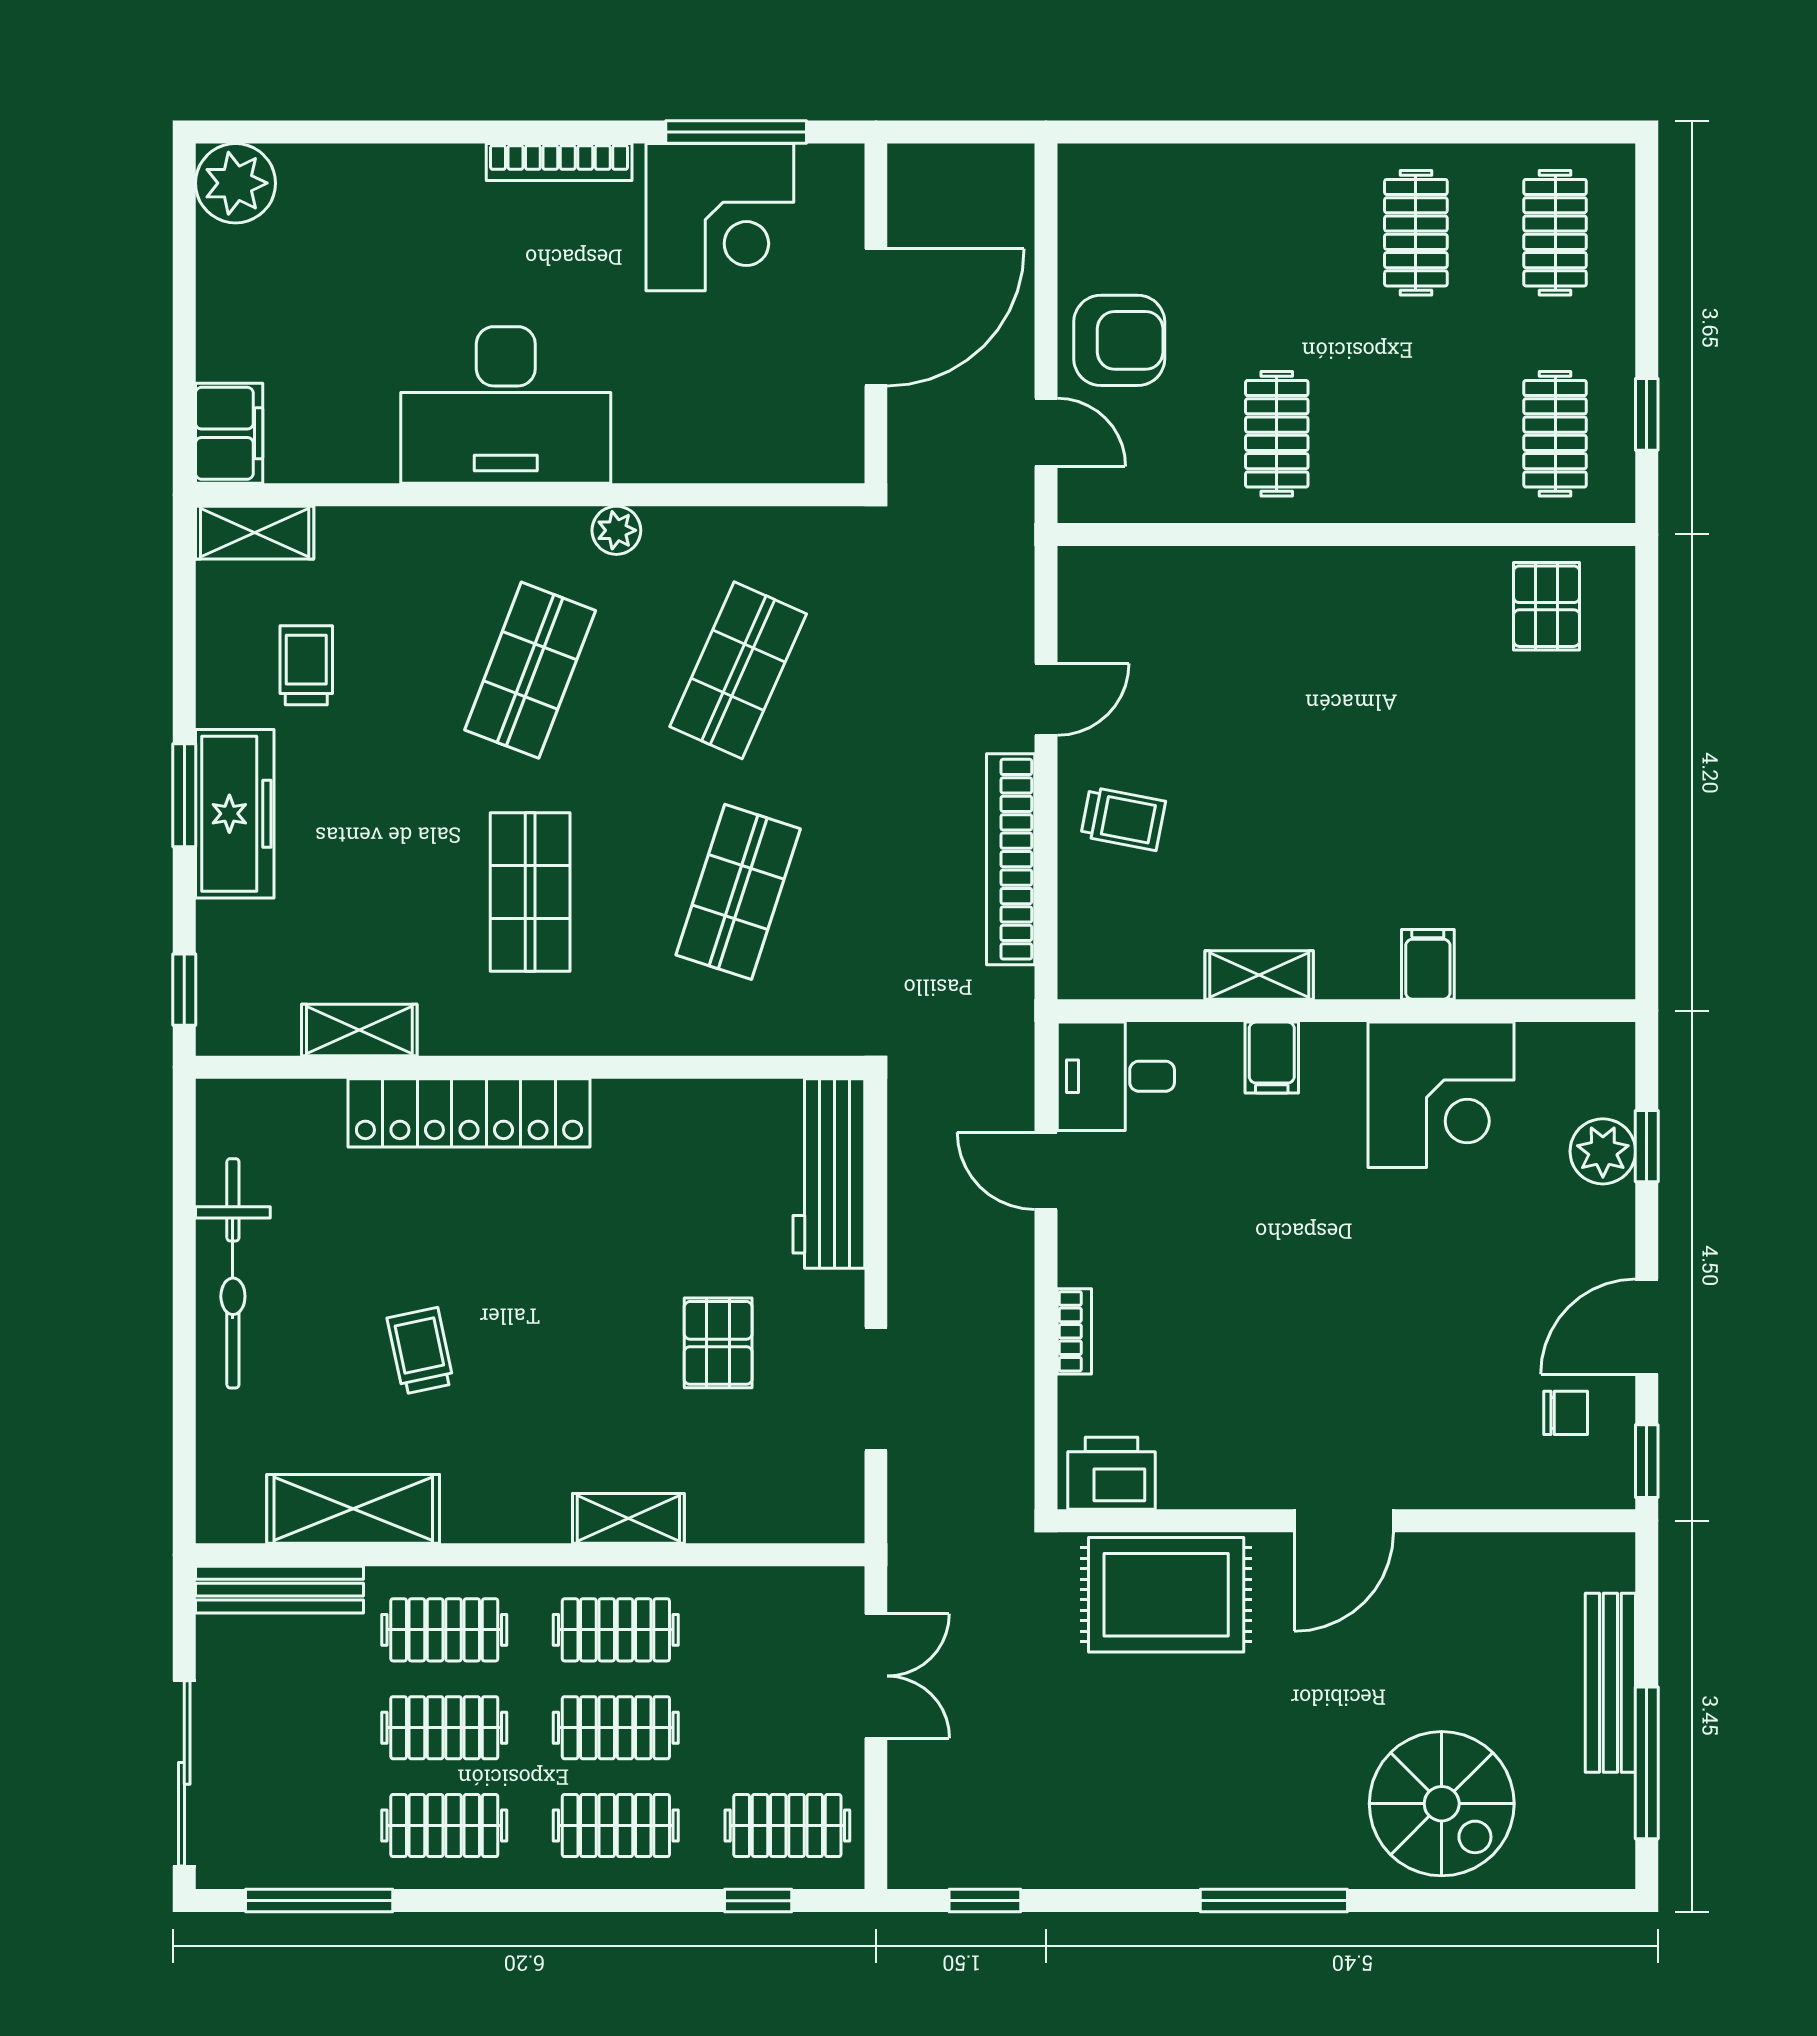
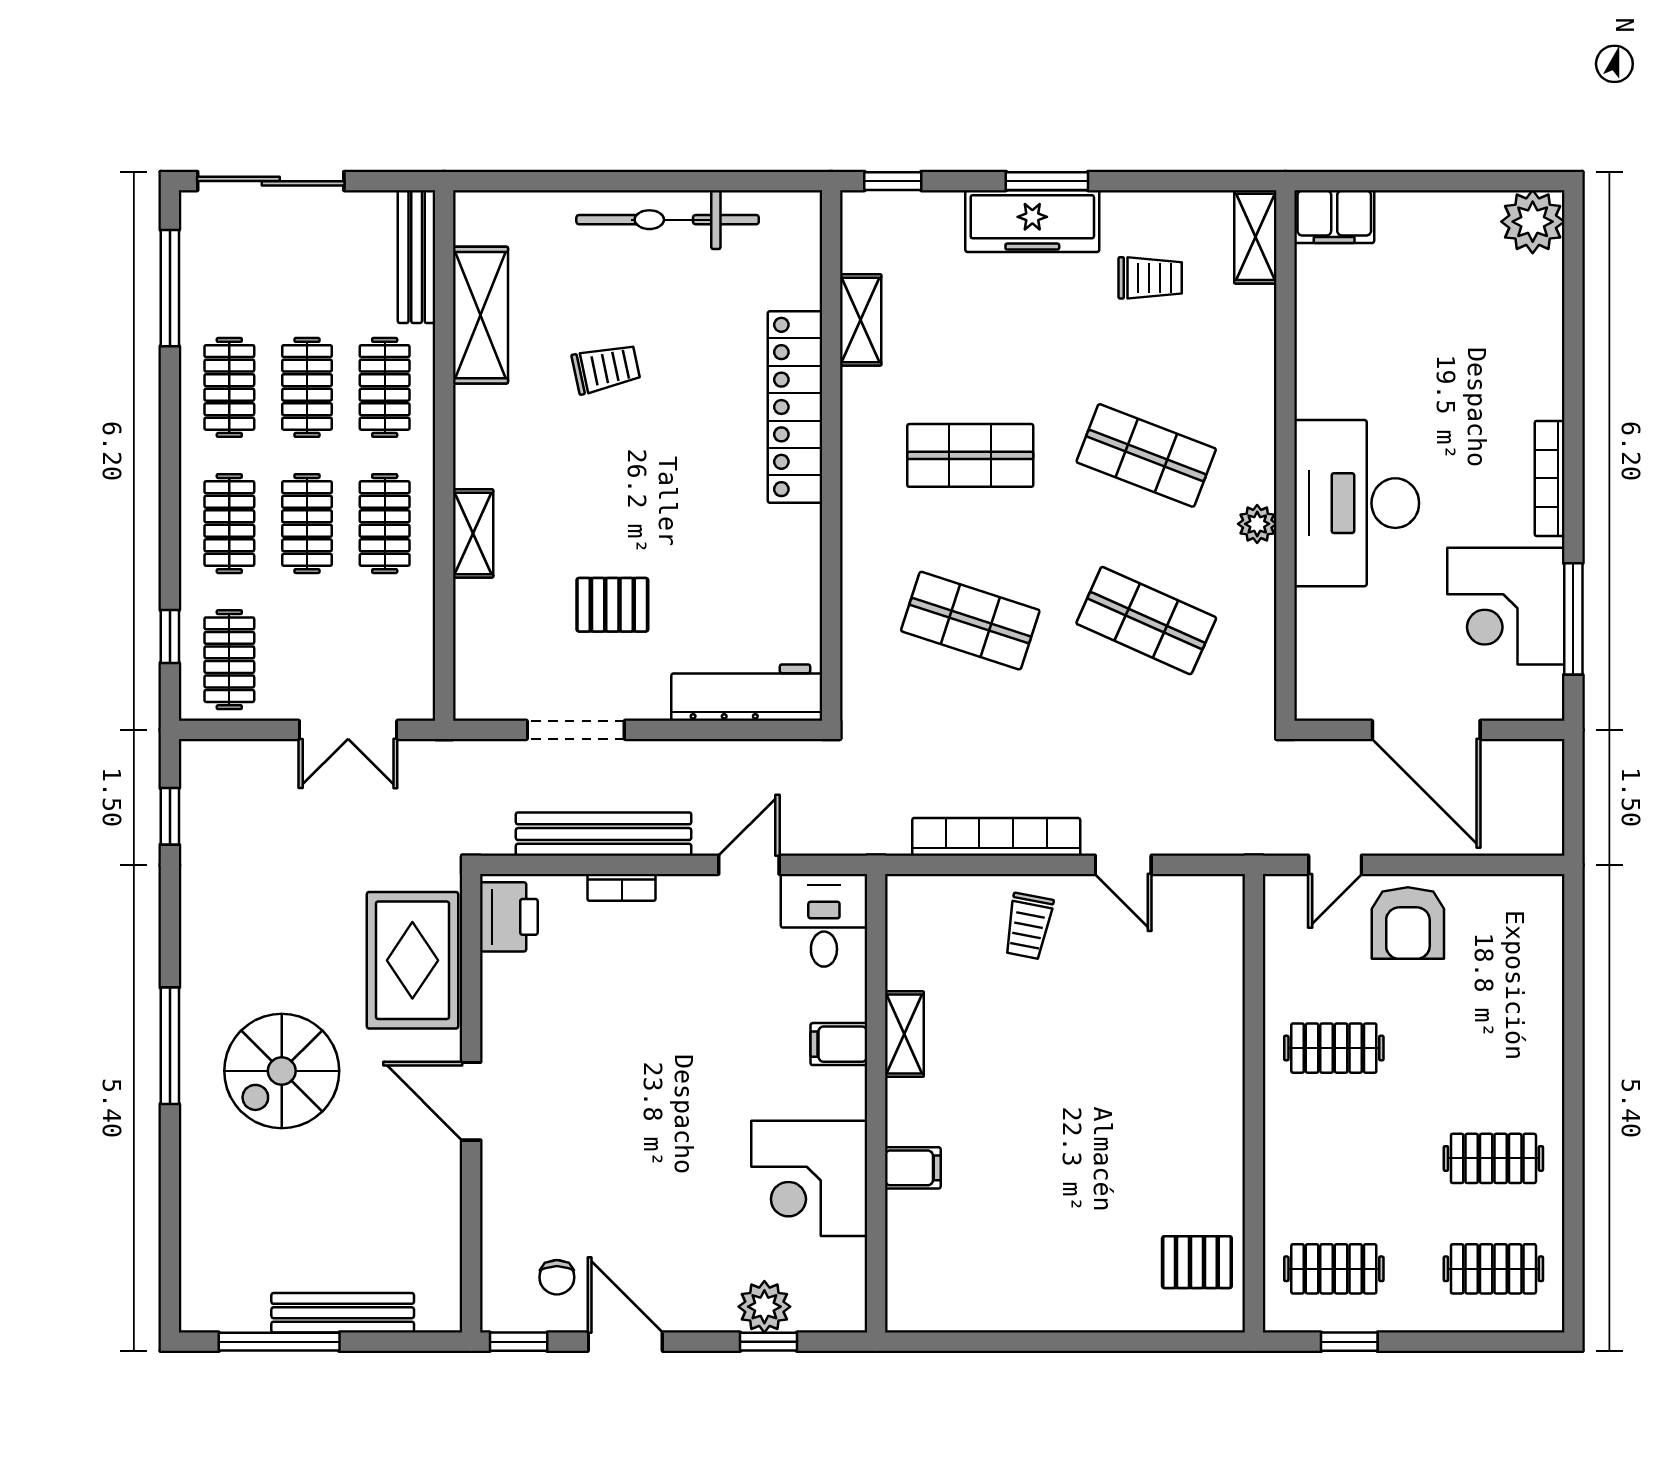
desk: (506, 405) -> (1357, 503), moved
bench: (1007, 1354) -> (604, 834), added
spiral stairs: (1442, 1804) -> (282, 1071), moved

